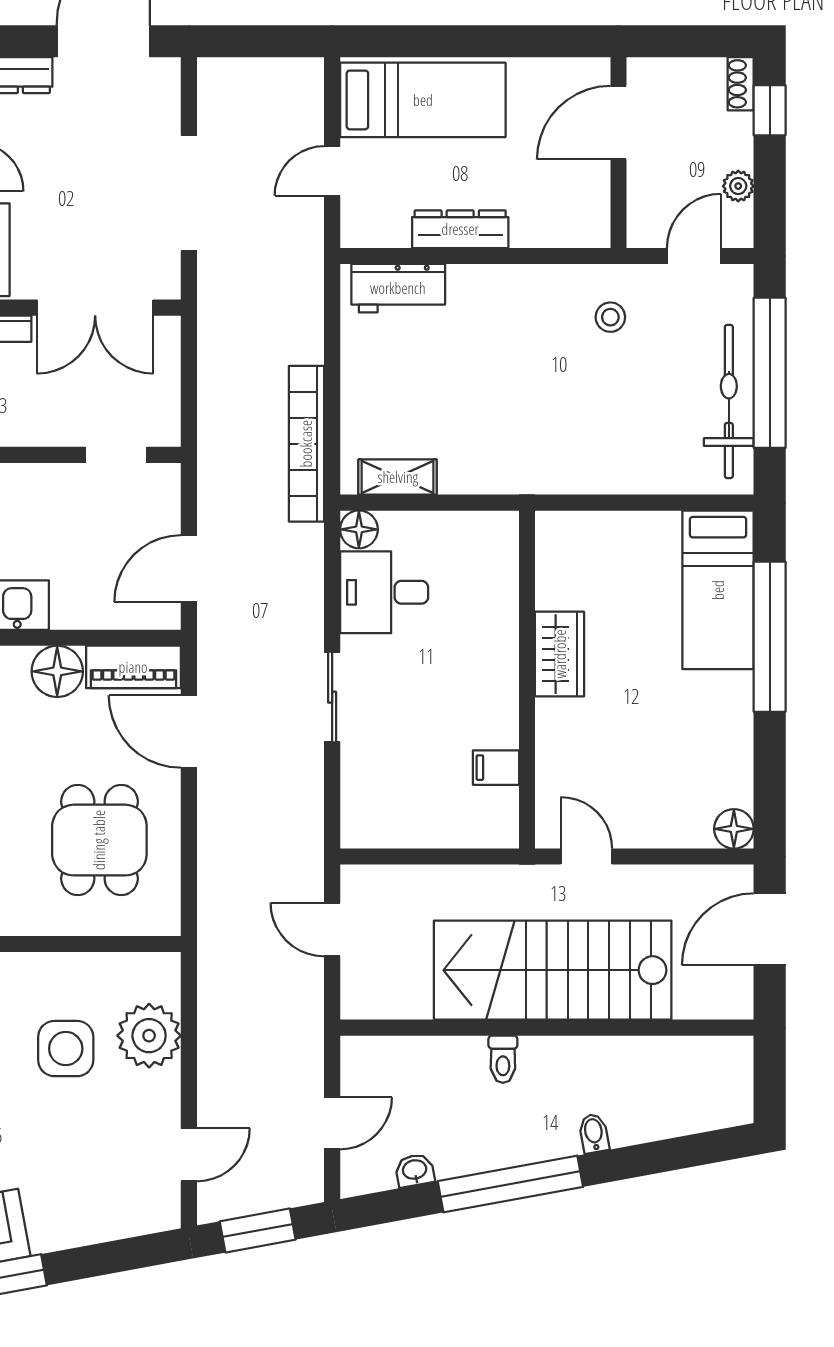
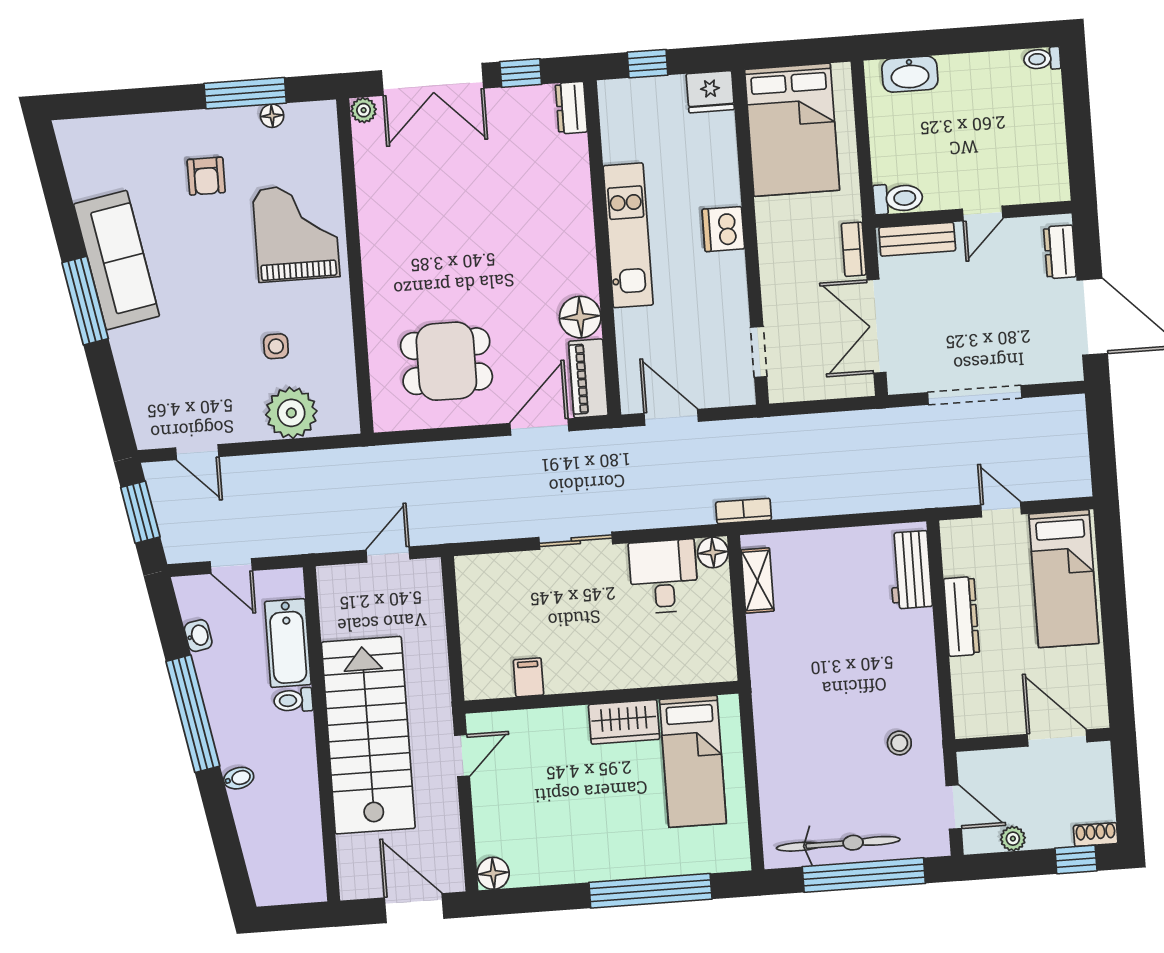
bookcase: (306, 444) -> (744, 511), width x0.43, depth x0.76
bed: (718, 590) -> (693, 761), moved, turned -90
side table: (66, 1049) -> (276, 346), width x0.54, depth x0.54
bathtub: (432, 1061) -> (288, 643), added

